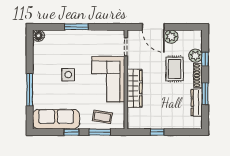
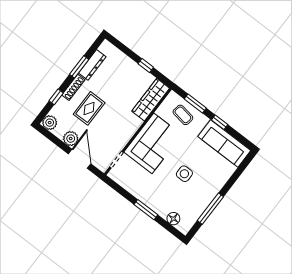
floor lamp: (38, 36) -> (173, 219), moved
plant: (195, 56) -> (50, 123), moved
wardrobe: (134, 88) -> (151, 100), moved
window: (30, 90) -> (210, 209), moved

